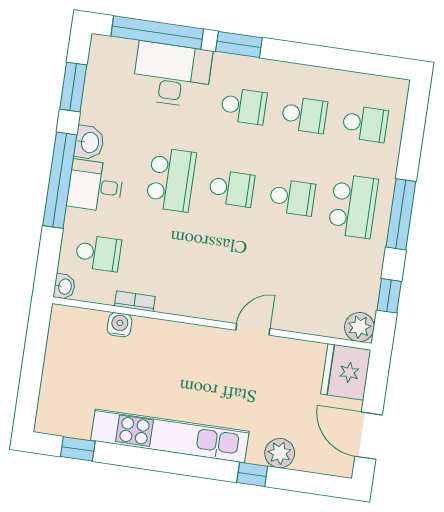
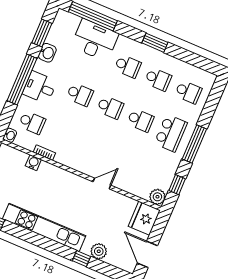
window: (239, 44) -> (155, 43), moved
washbasin: (89, 142) -> (47, 53), moved
school desk: (171, 180) -> (80, 94), width x0.54

